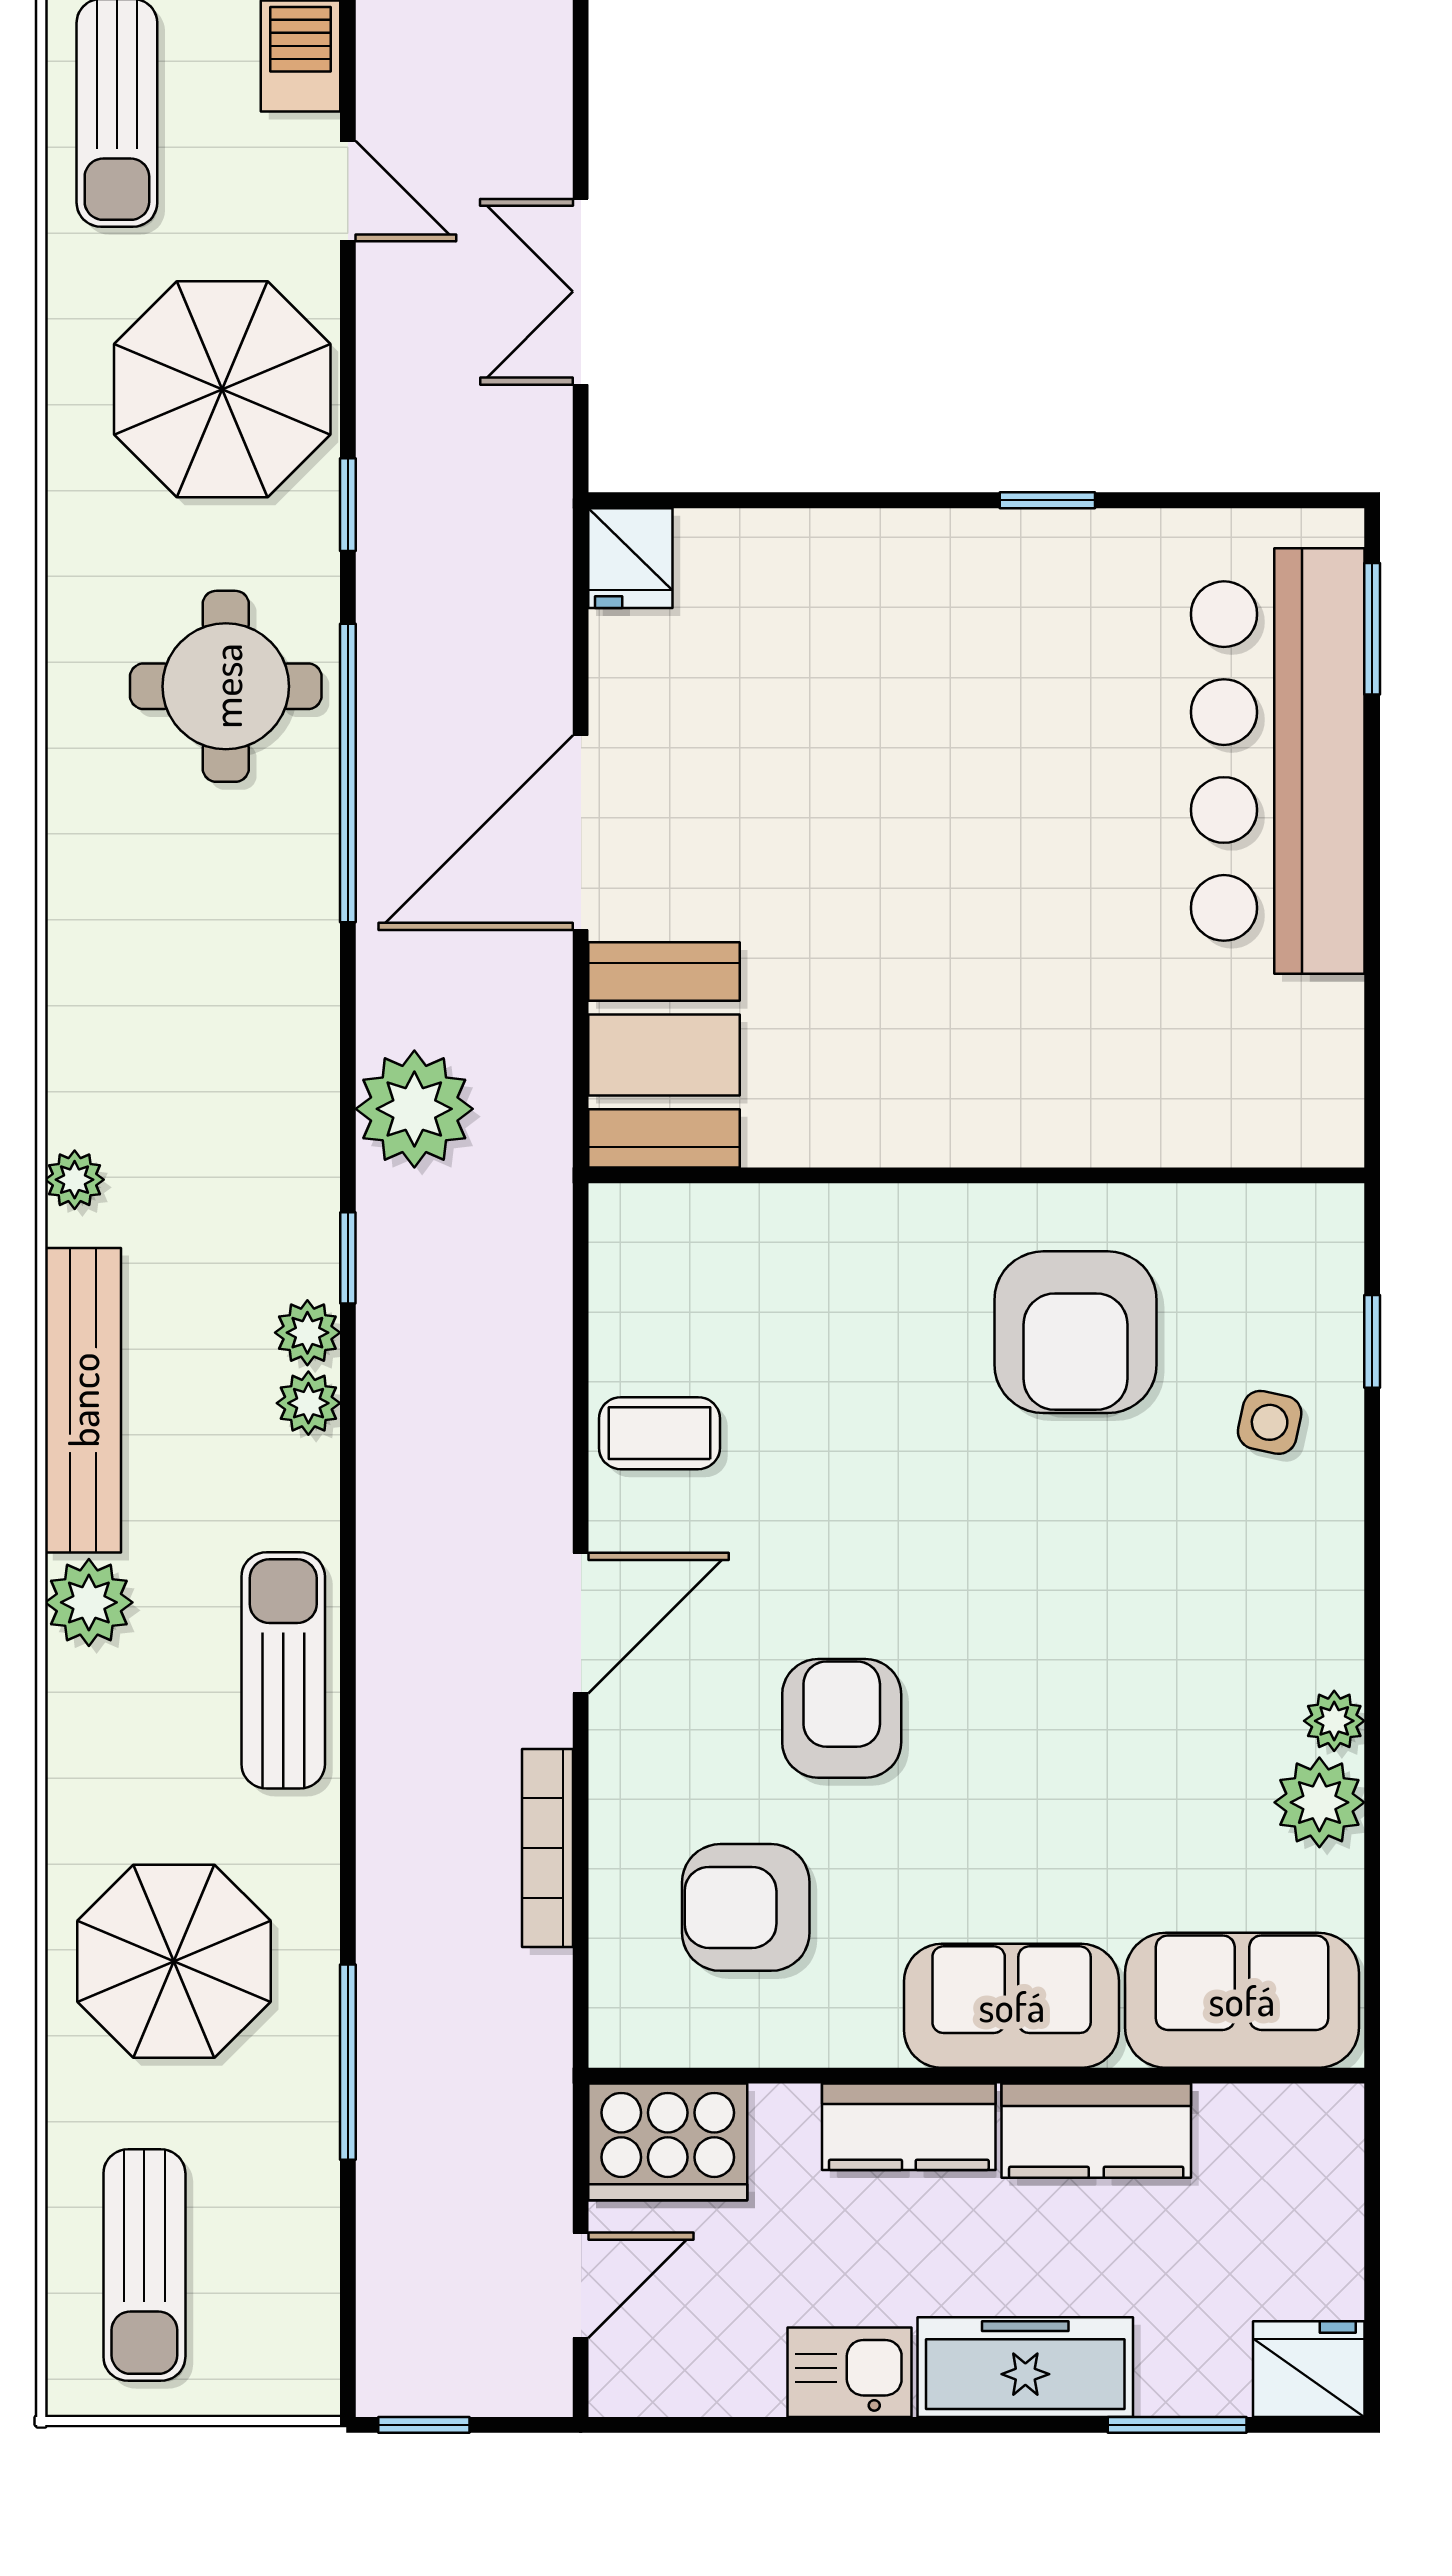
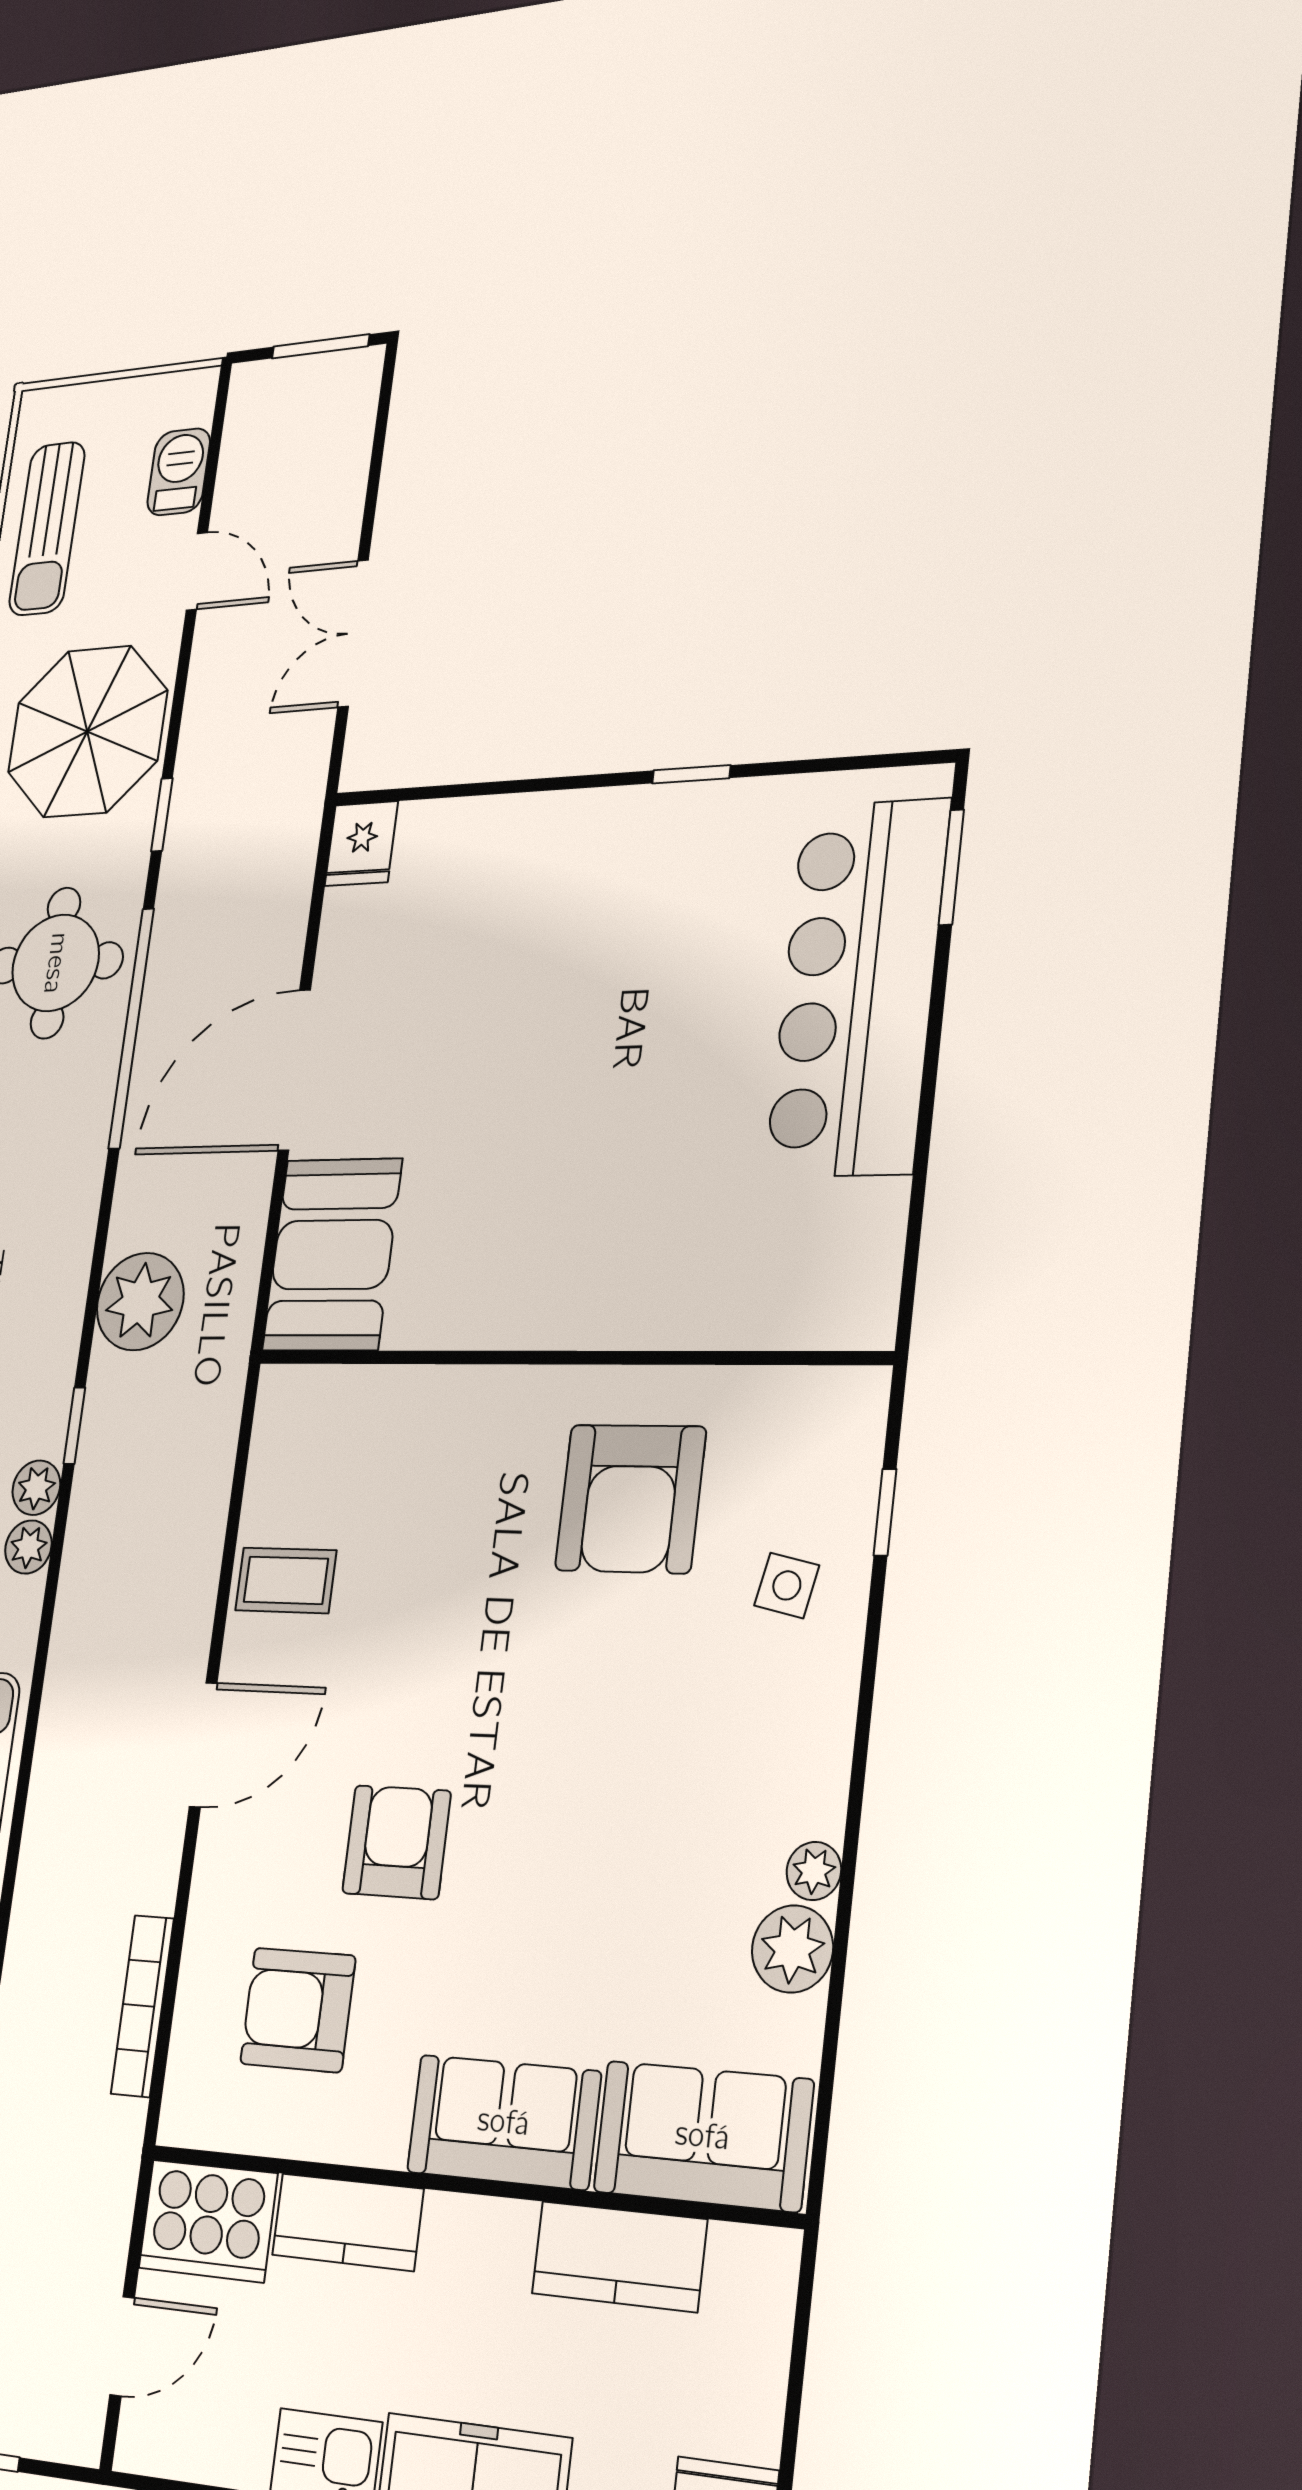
bookcase: (548, 1848) -> (142, 2006), moved
kitchen counter: (909, 2127) -> (348, 2222), moved
kitchen counter: (1096, 2131) -> (619, 2257), moved

